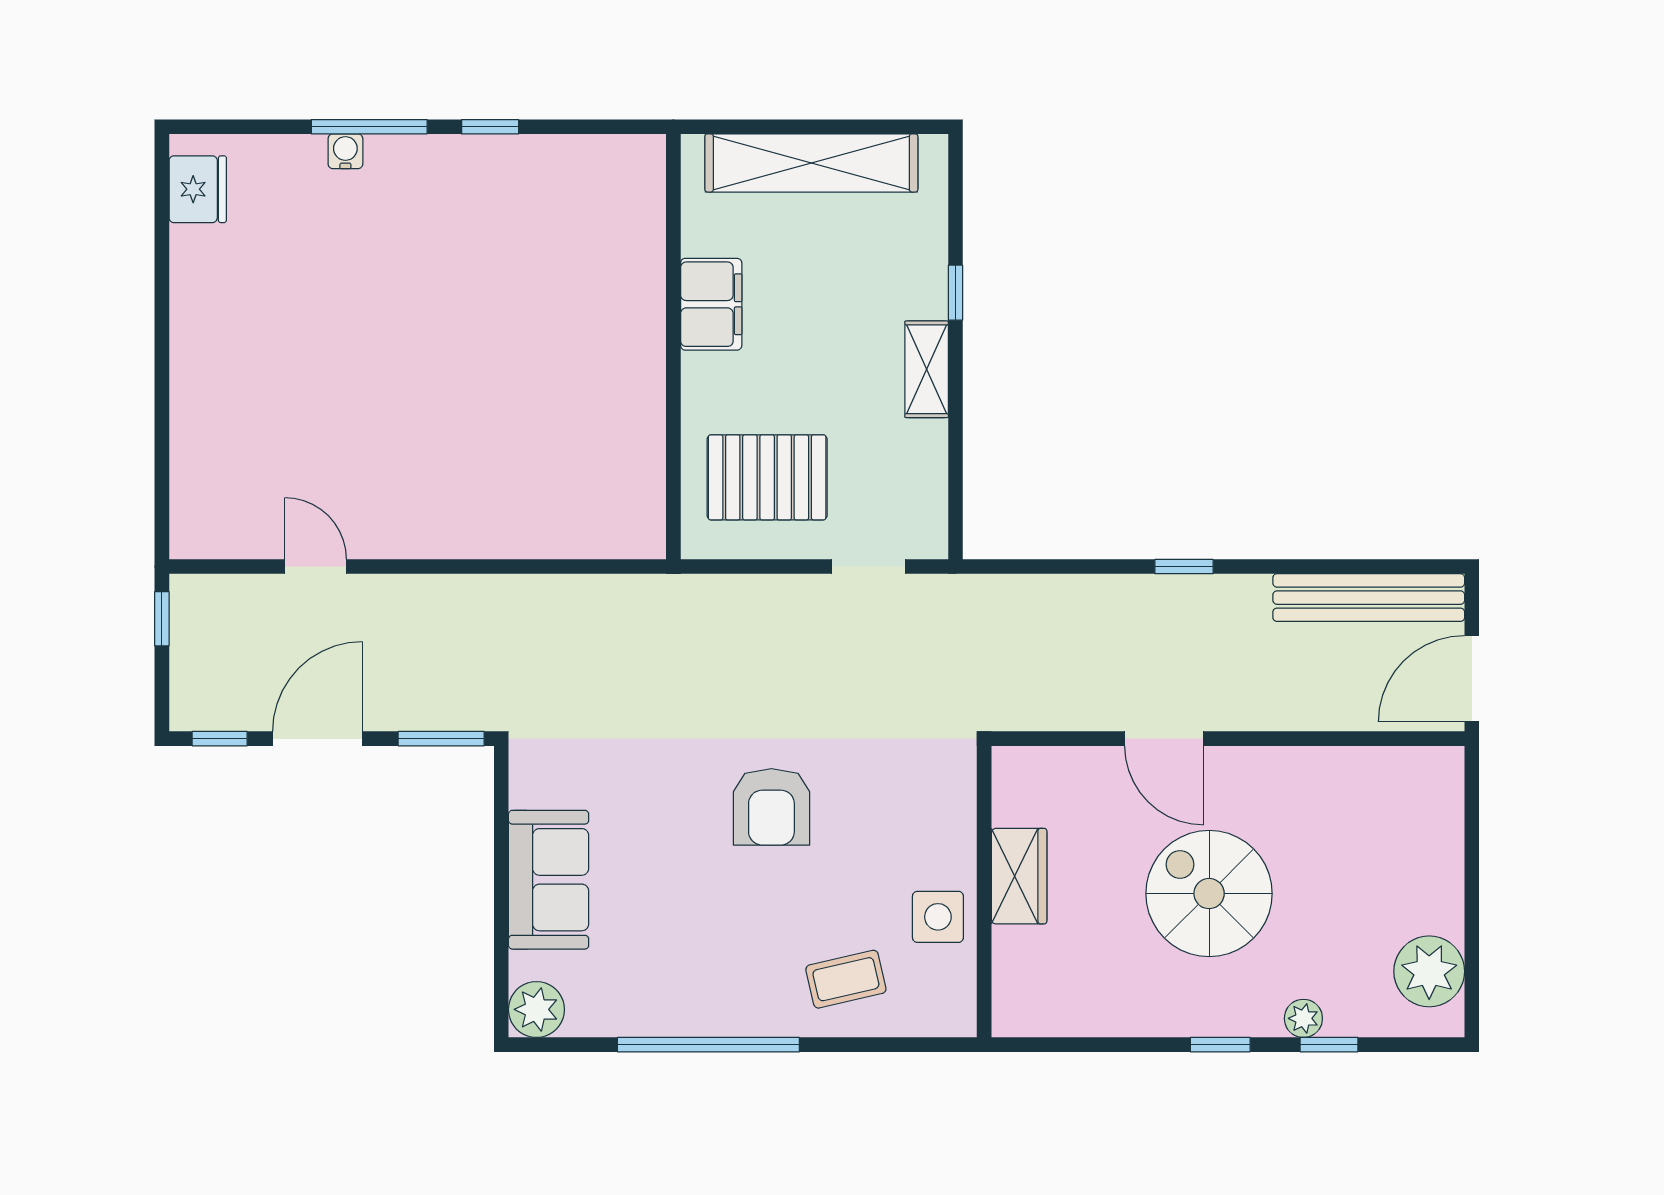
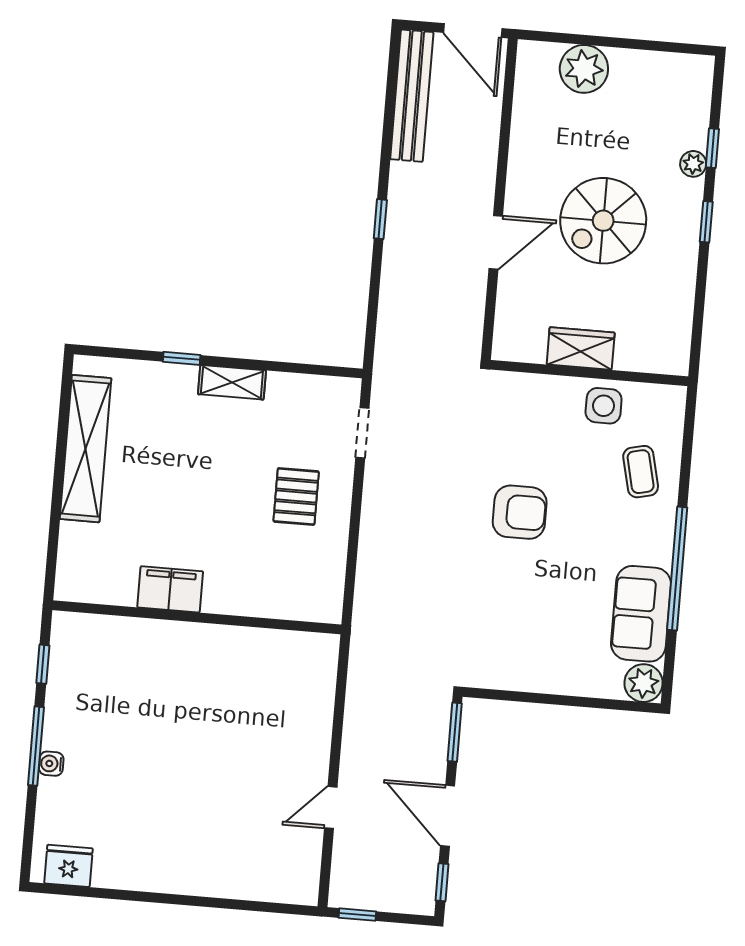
filing cabinet: (711, 304) -> (170, 589), moved
wall: (673, 347) -> (197, 617), moved
pallet: (767, 477) -> (296, 496), width x0.67, depth x0.71
sofa: (549, 880) -> (641, 614), moved, turned -90
plant: (1429, 971) -> (584, 69), moved

